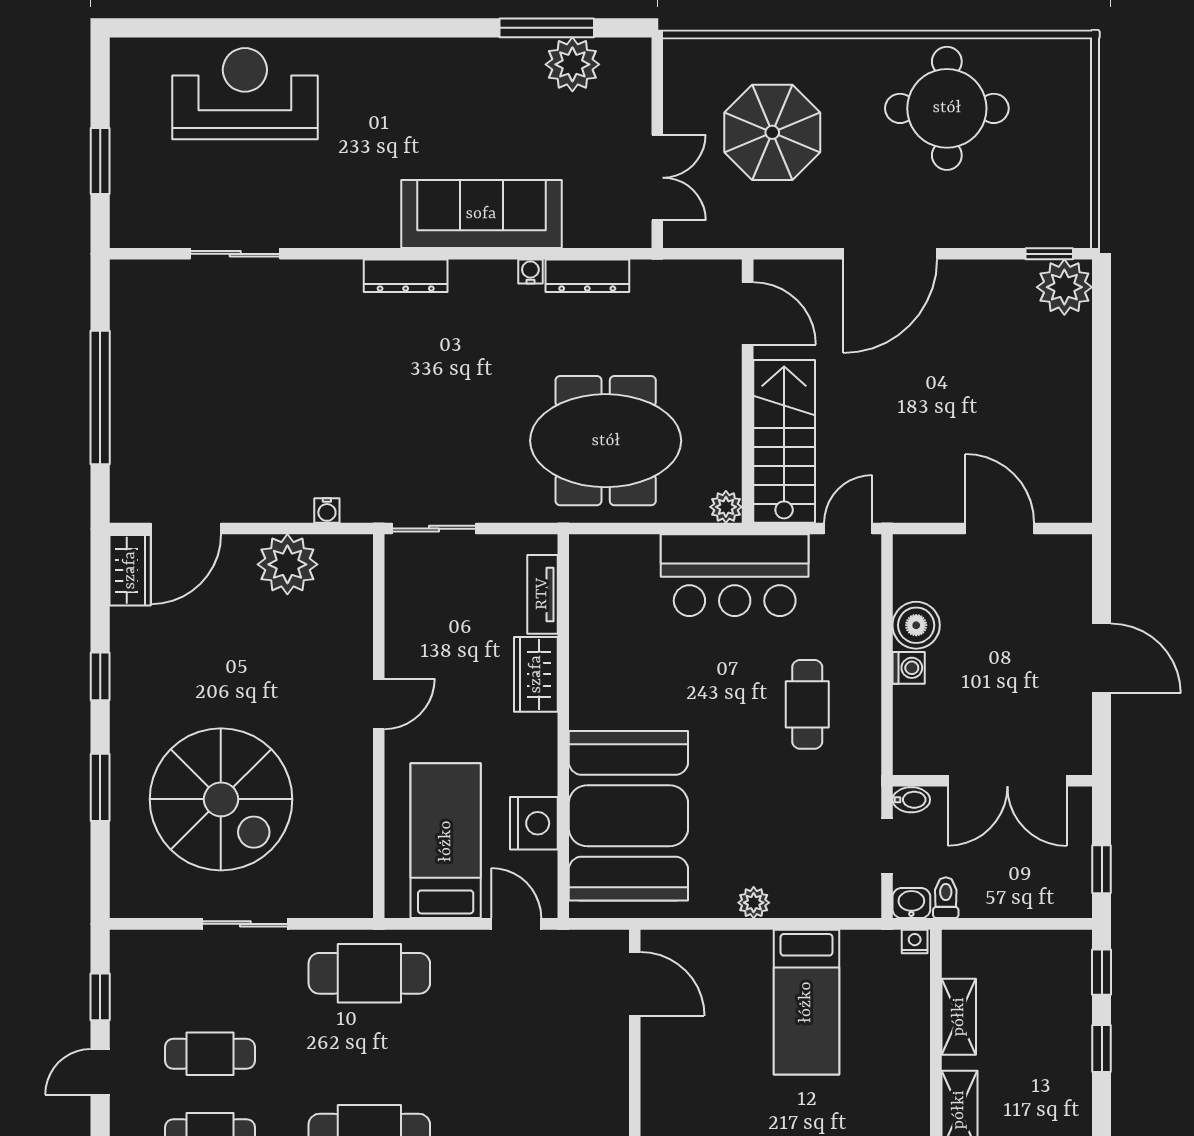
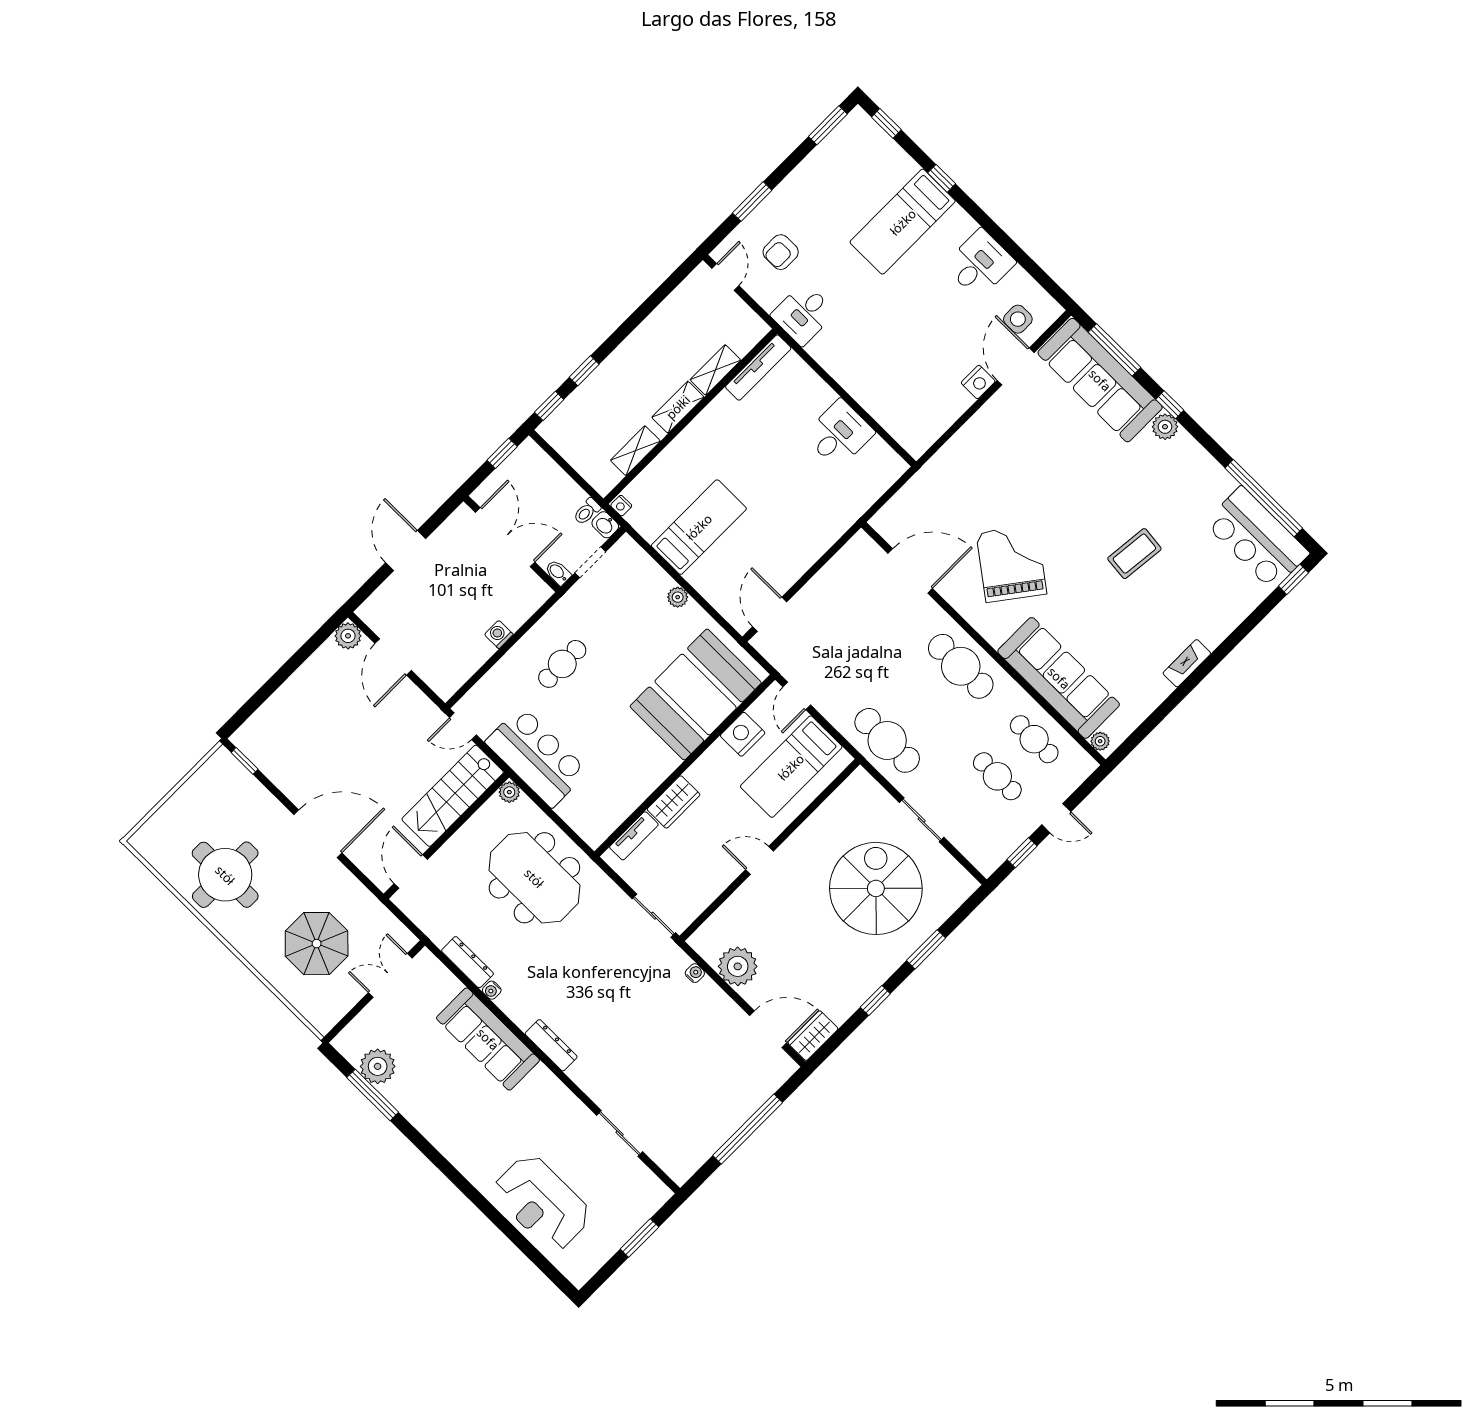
plant: (1064, 287) -> (348, 636), moved, width x0.73, depth x0.73
boiler: (916, 625) -> (476, 651), removed

